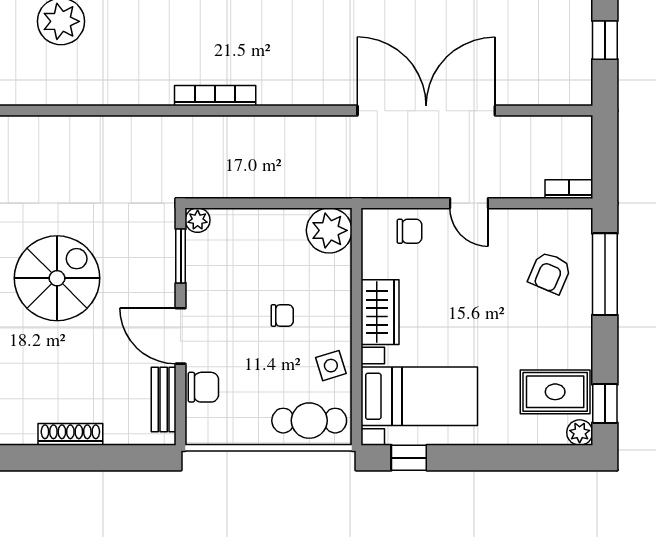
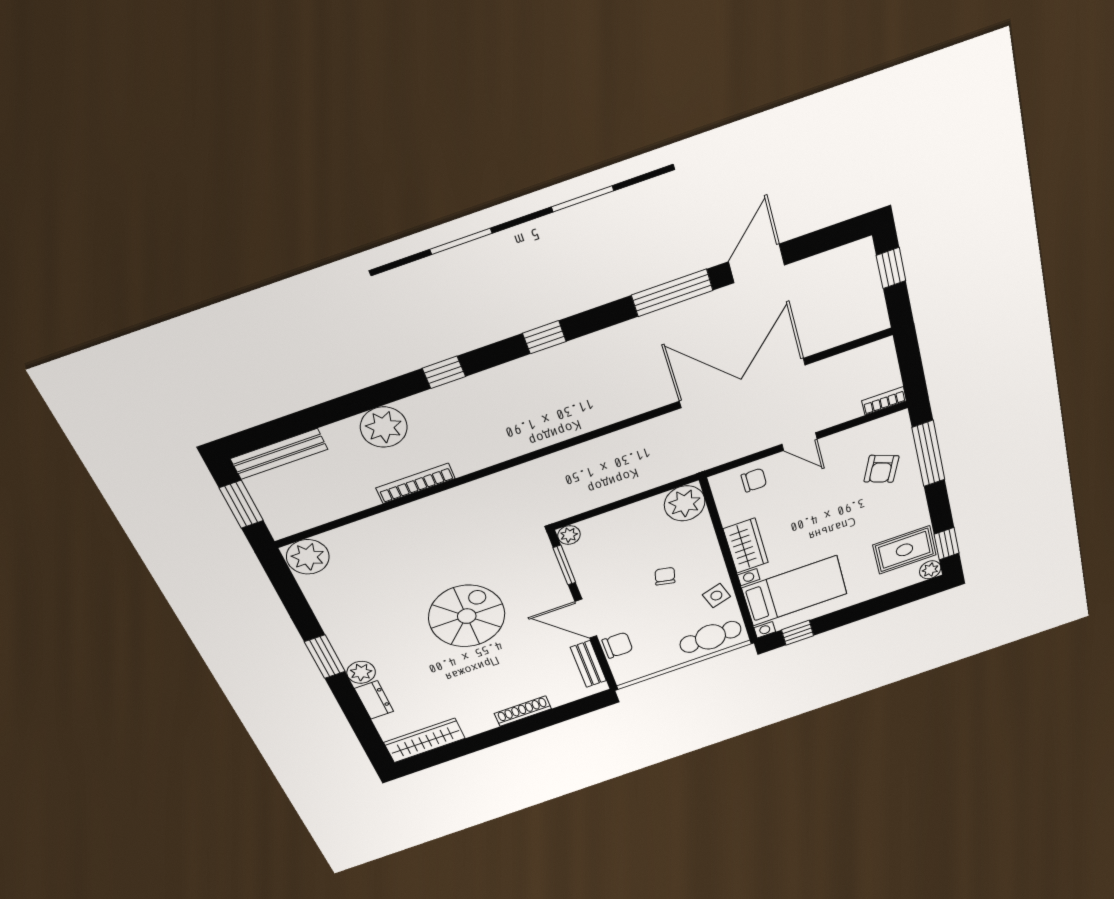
bookcase: (215, 96) -> (416, 483), moved
chair: (282, 315) -> (665, 576), turned -77

